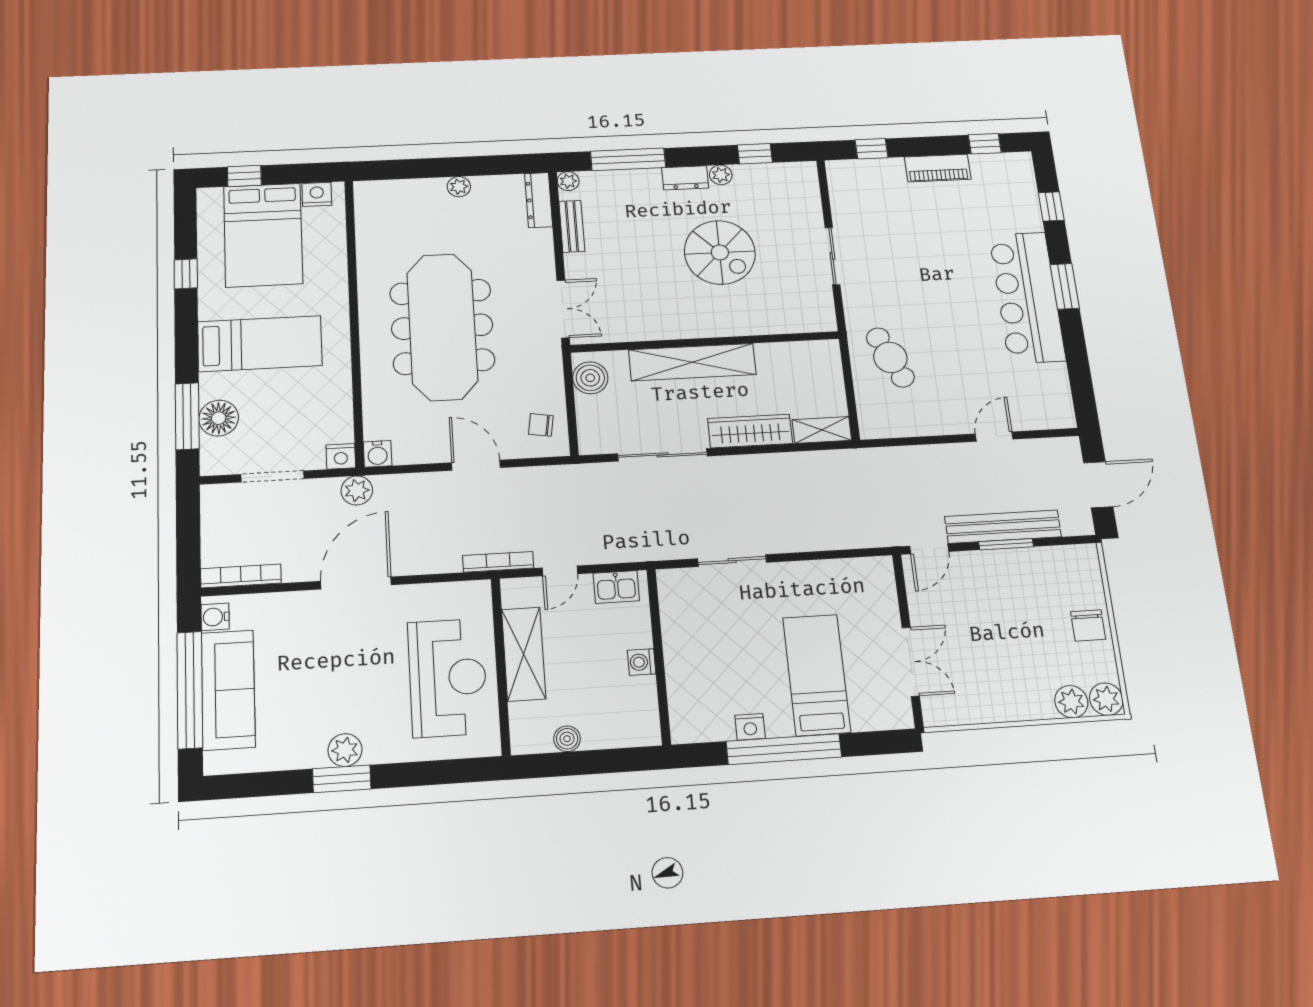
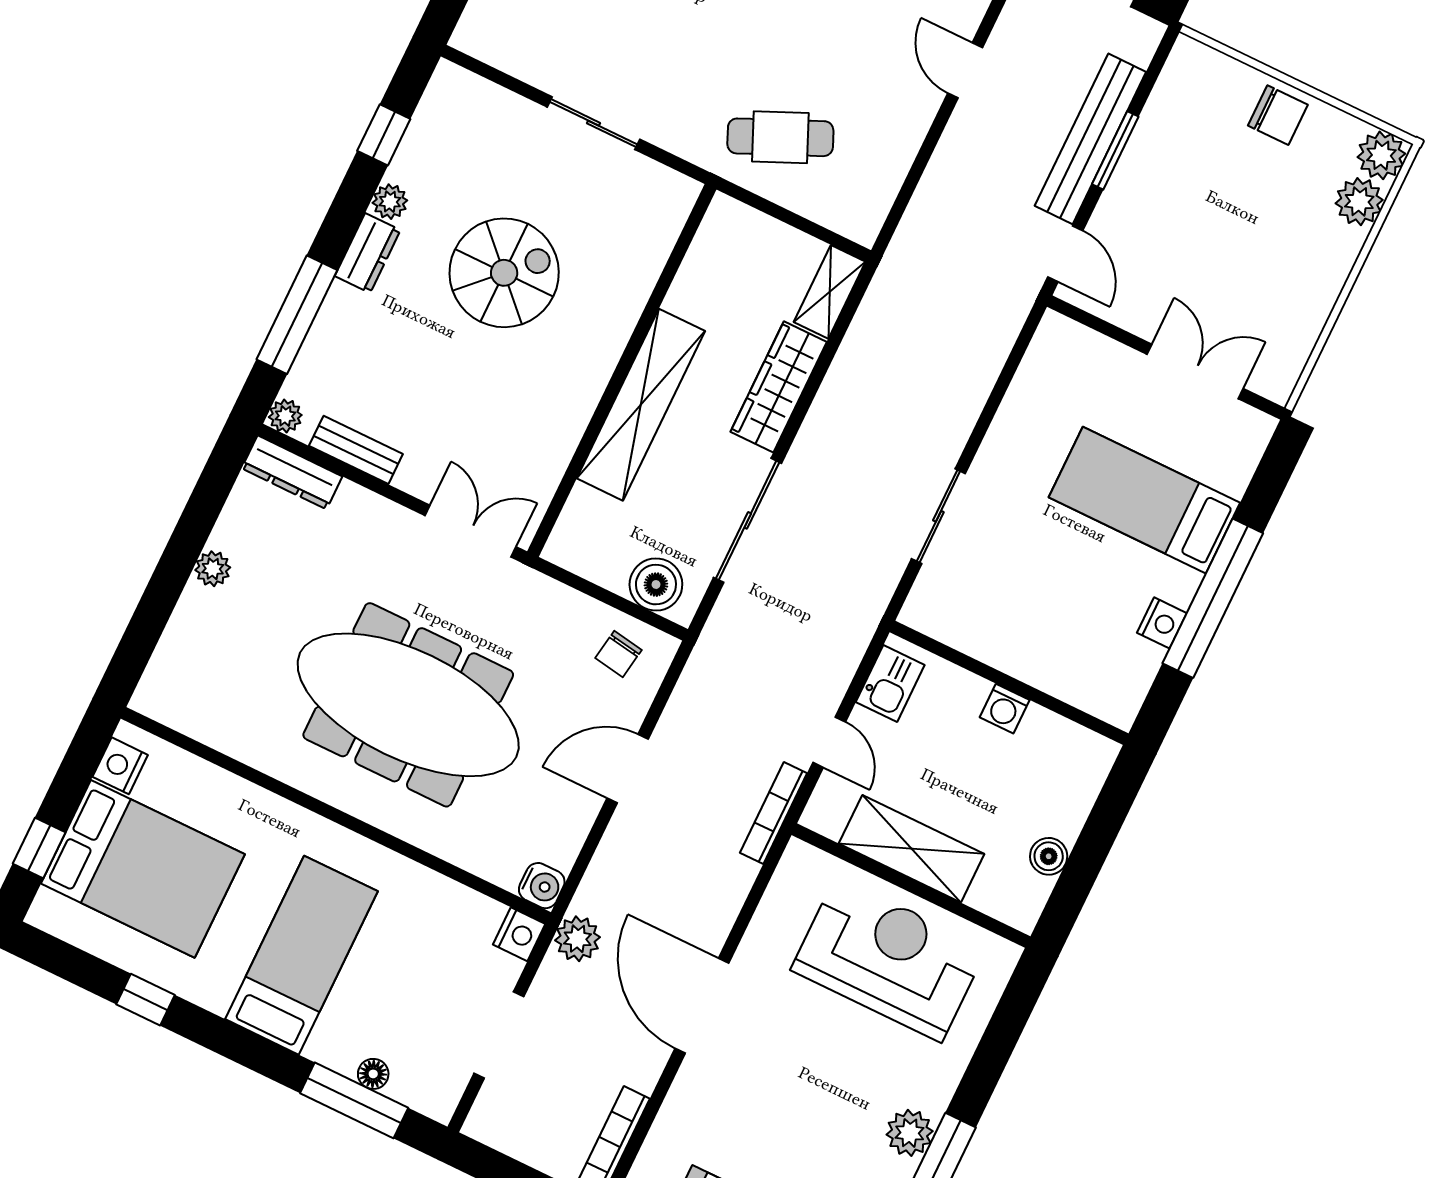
boiler: (590, 378) -> (656, 585), moved
floor lamp: (219, 418) -> (373, 1074), width x0.53, depth x0.53

